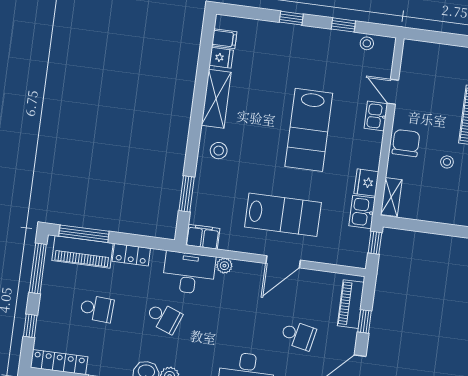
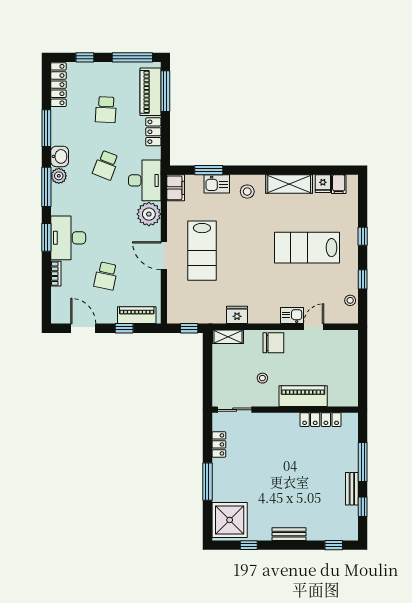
lab bench: (309, 130) -> (307, 248), moved
kitchen sink: (362, 212) -> (217, 184), moved, turned 180
plant: (224, 266) -> (149, 214), width x1.88, depth x1.88

